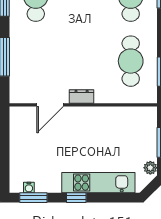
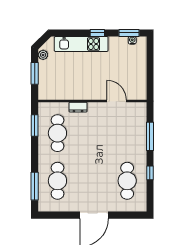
dresser: (82, 96) -> (78, 107), moved
door: (50, 105) -> (117, 101), hinge flipped

